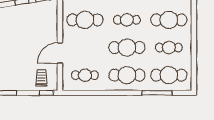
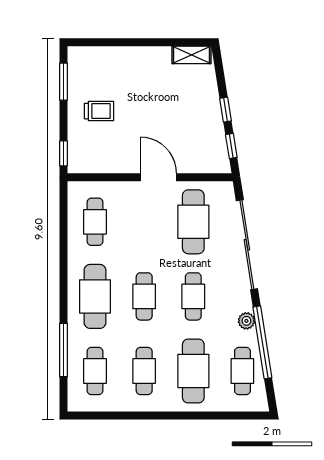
cafe table: (127, 48) -> (144, 296), width x0.73, depth x0.74
door: (60, 53) -> (158, 177), moved
cafe table: (169, 75) -> (95, 371), width x0.73, depth x0.74
trolley: (41, 78) -> (99, 111), moved

